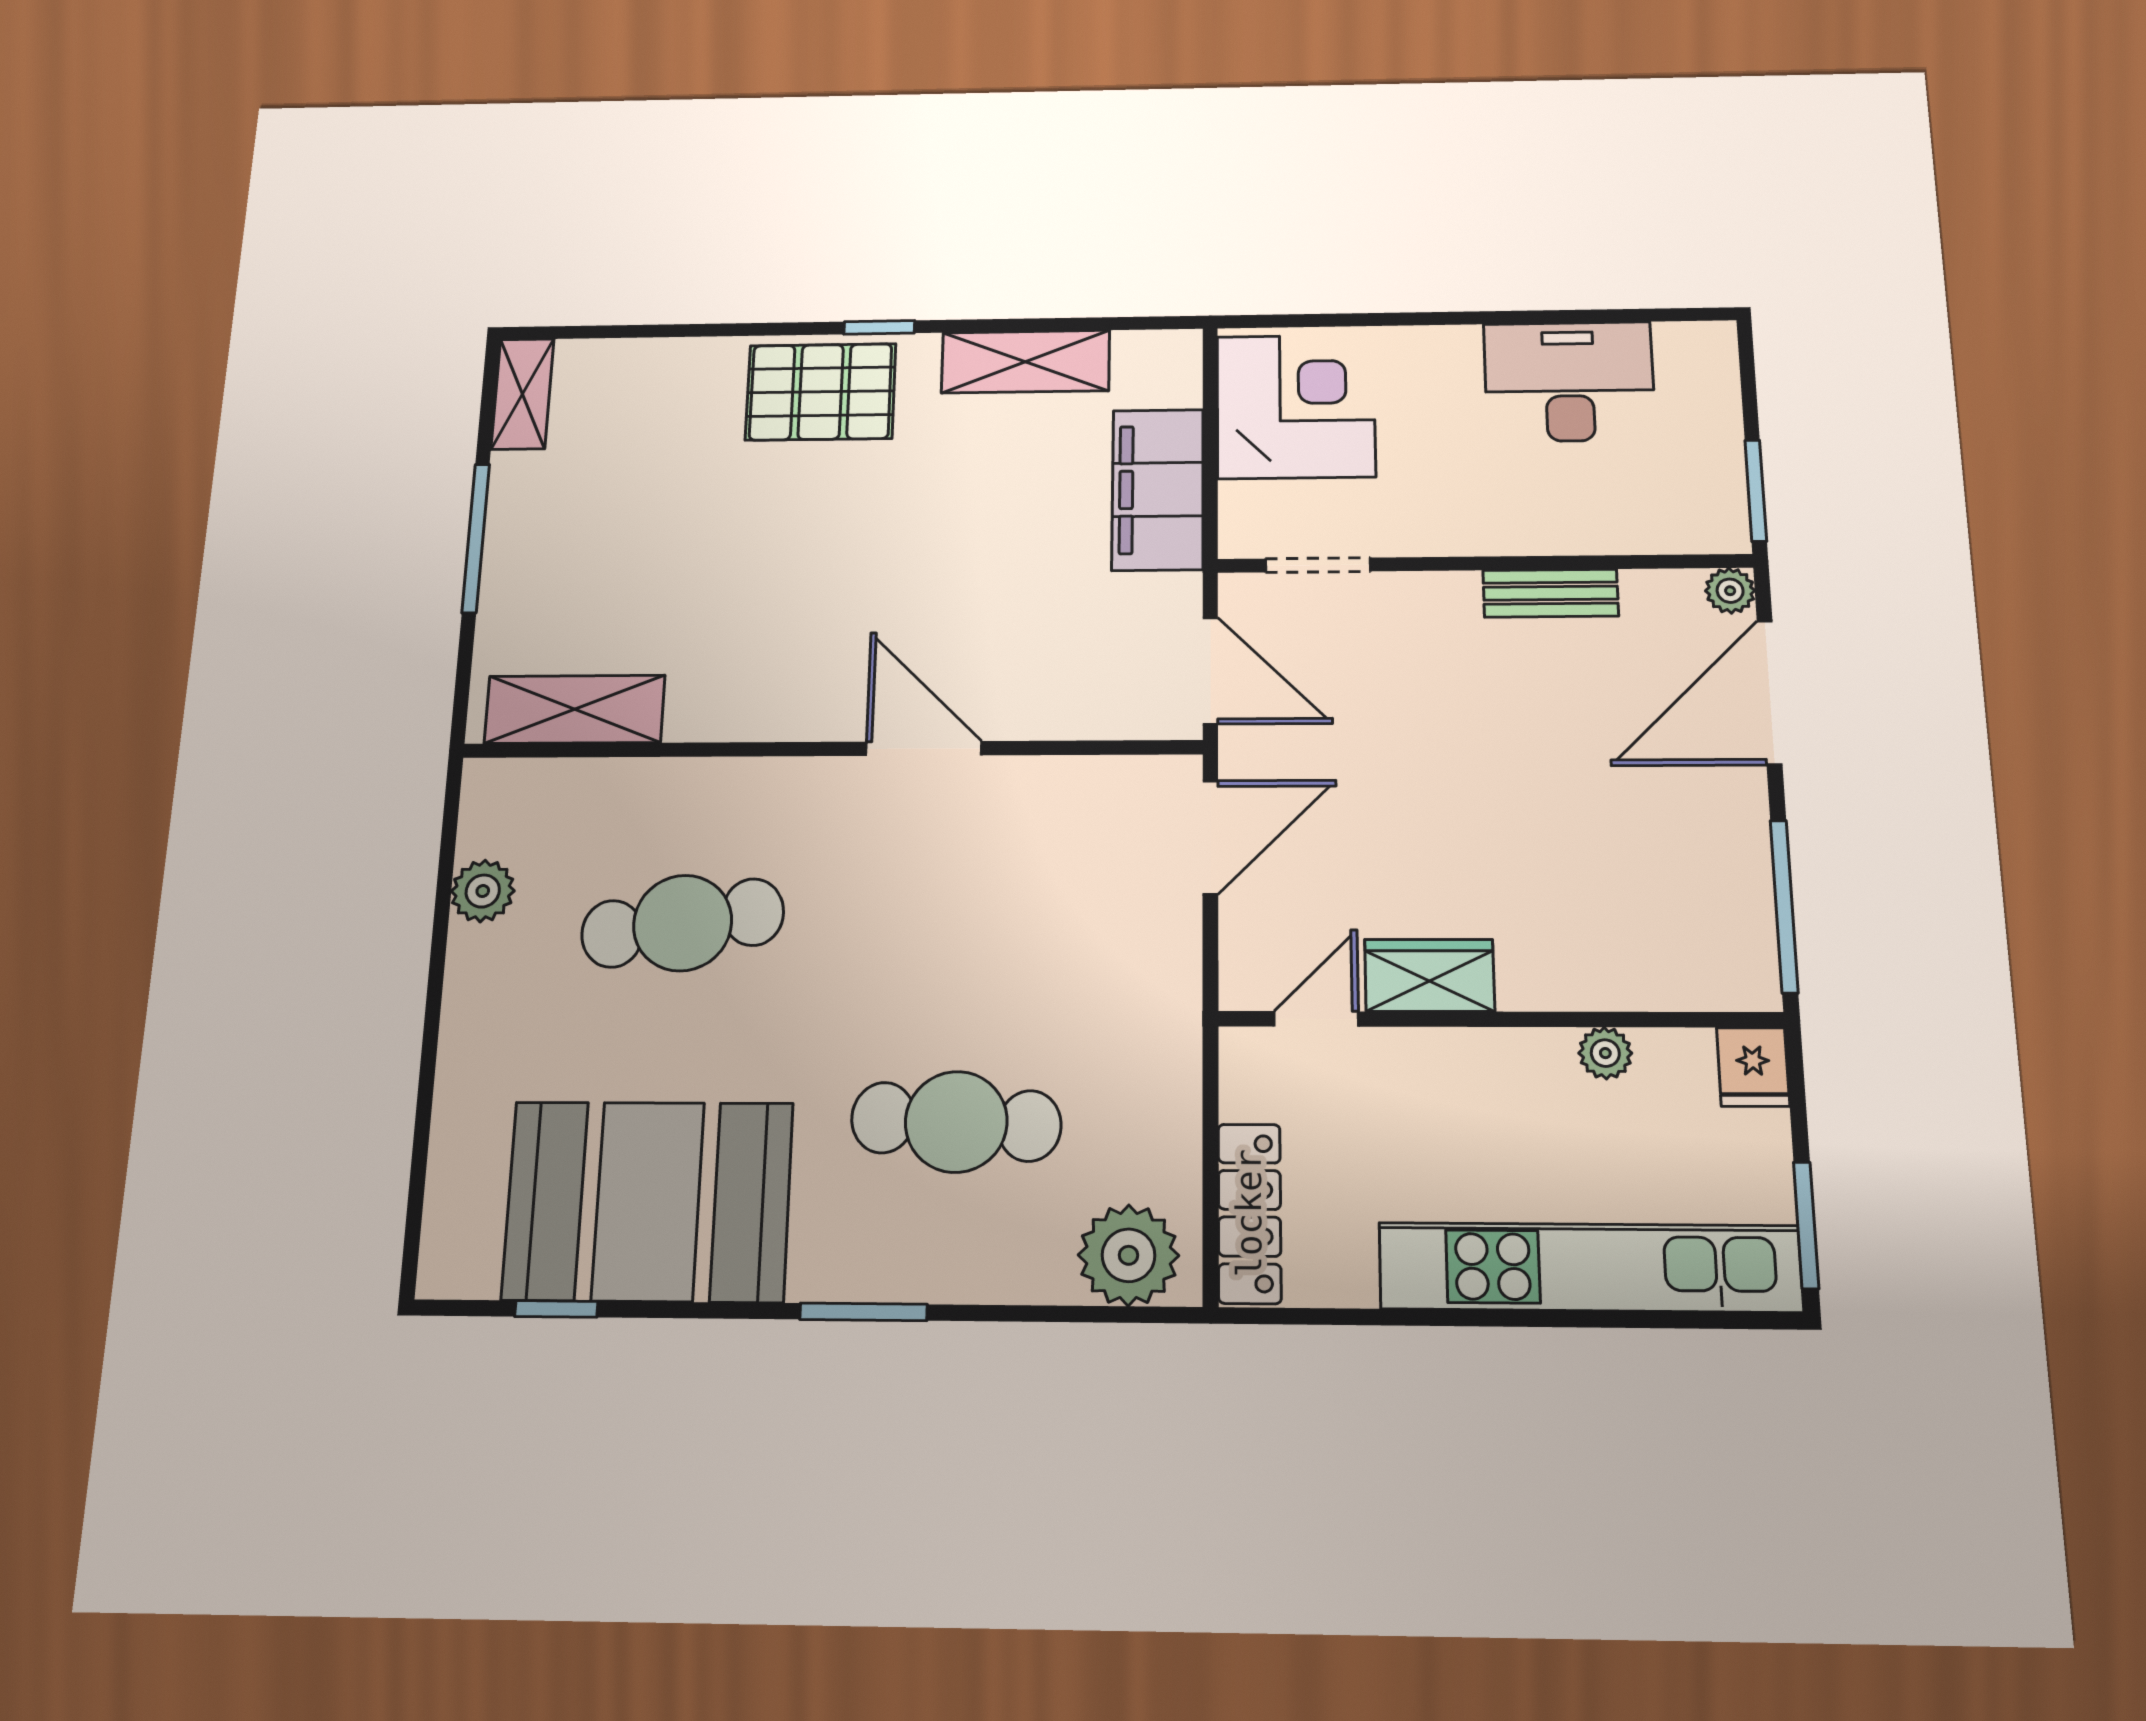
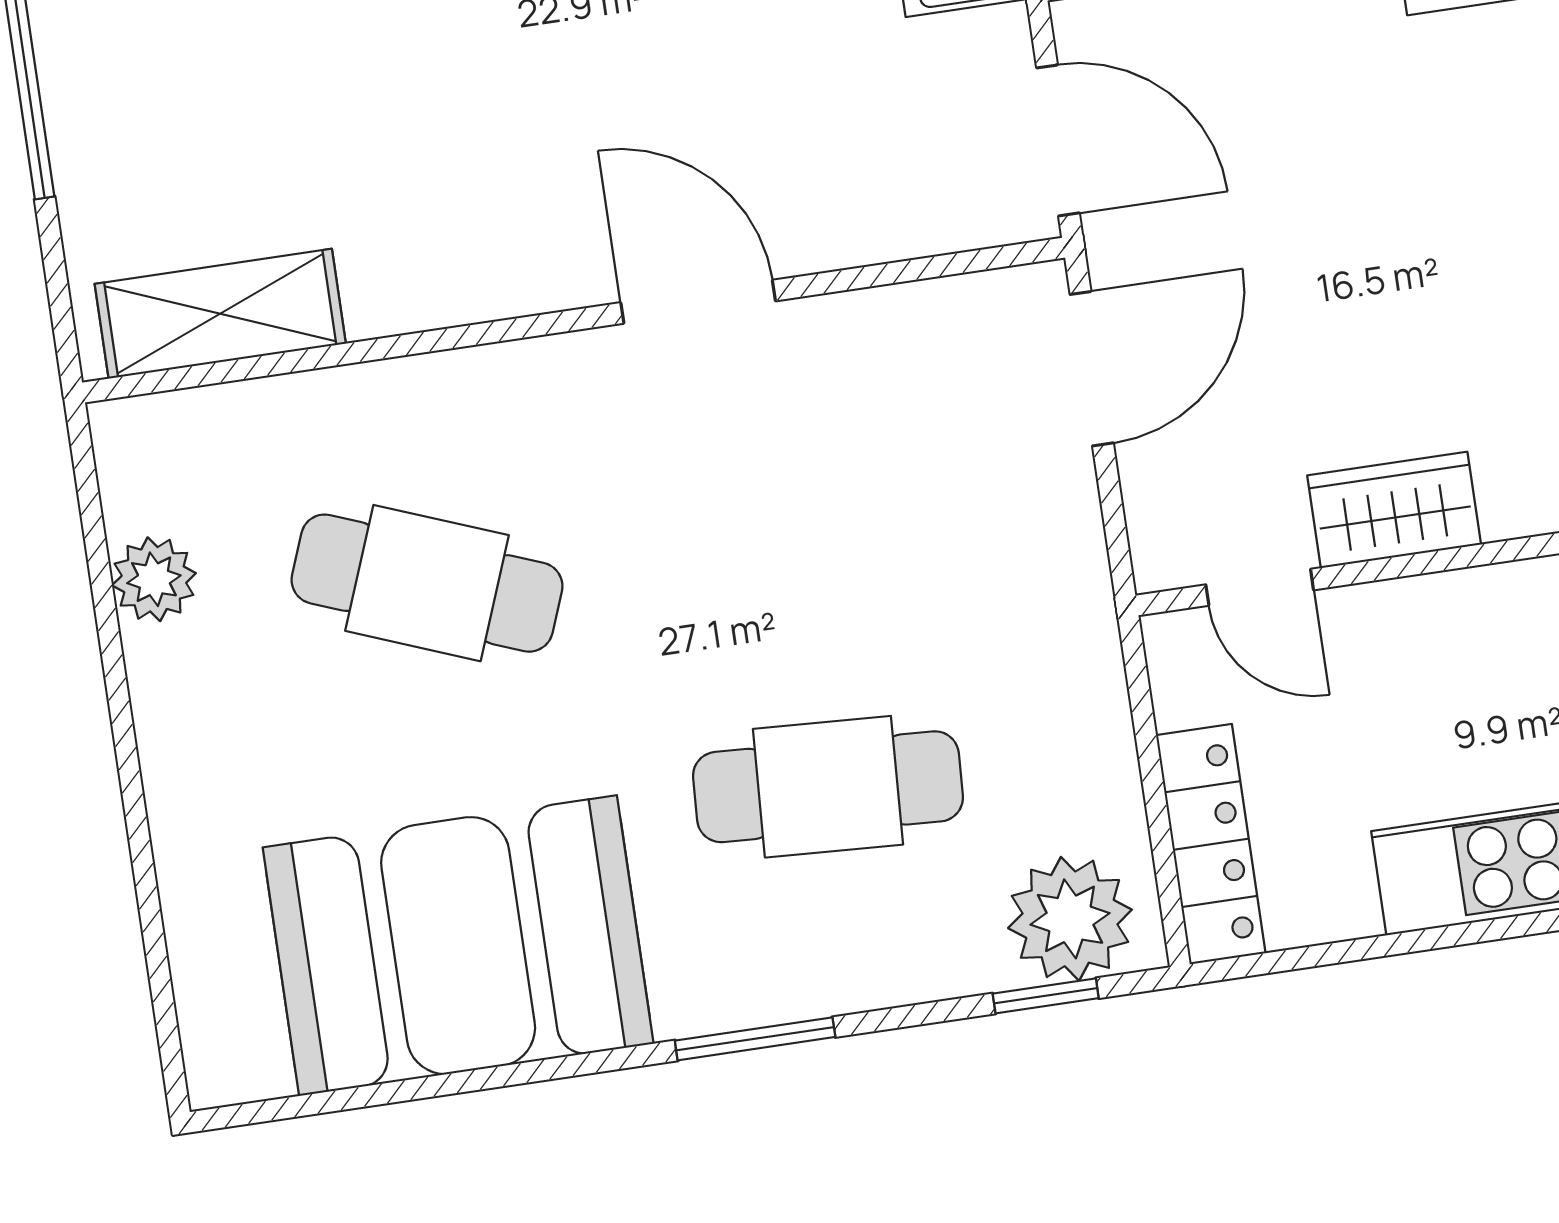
cafe table: (683, 923) -> (427, 583), turned 30
door: (1316, 1019) -> (1260, 587), swing flipped
window: (556, 1309) -> (1046, 996), moved

